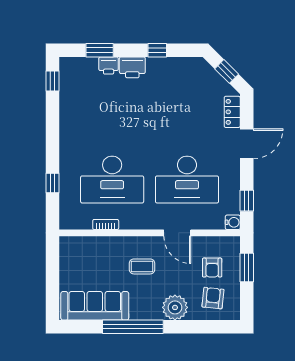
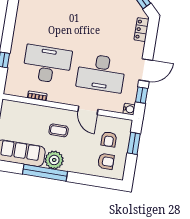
door: (247, 144) -> (146, 70), moved
desk: (112, 180) -> (47, 64), turned 180
armchair: (213, 298) -> (106, 161), turned 84
plant: (175, 307) -> (54, 160), moved

